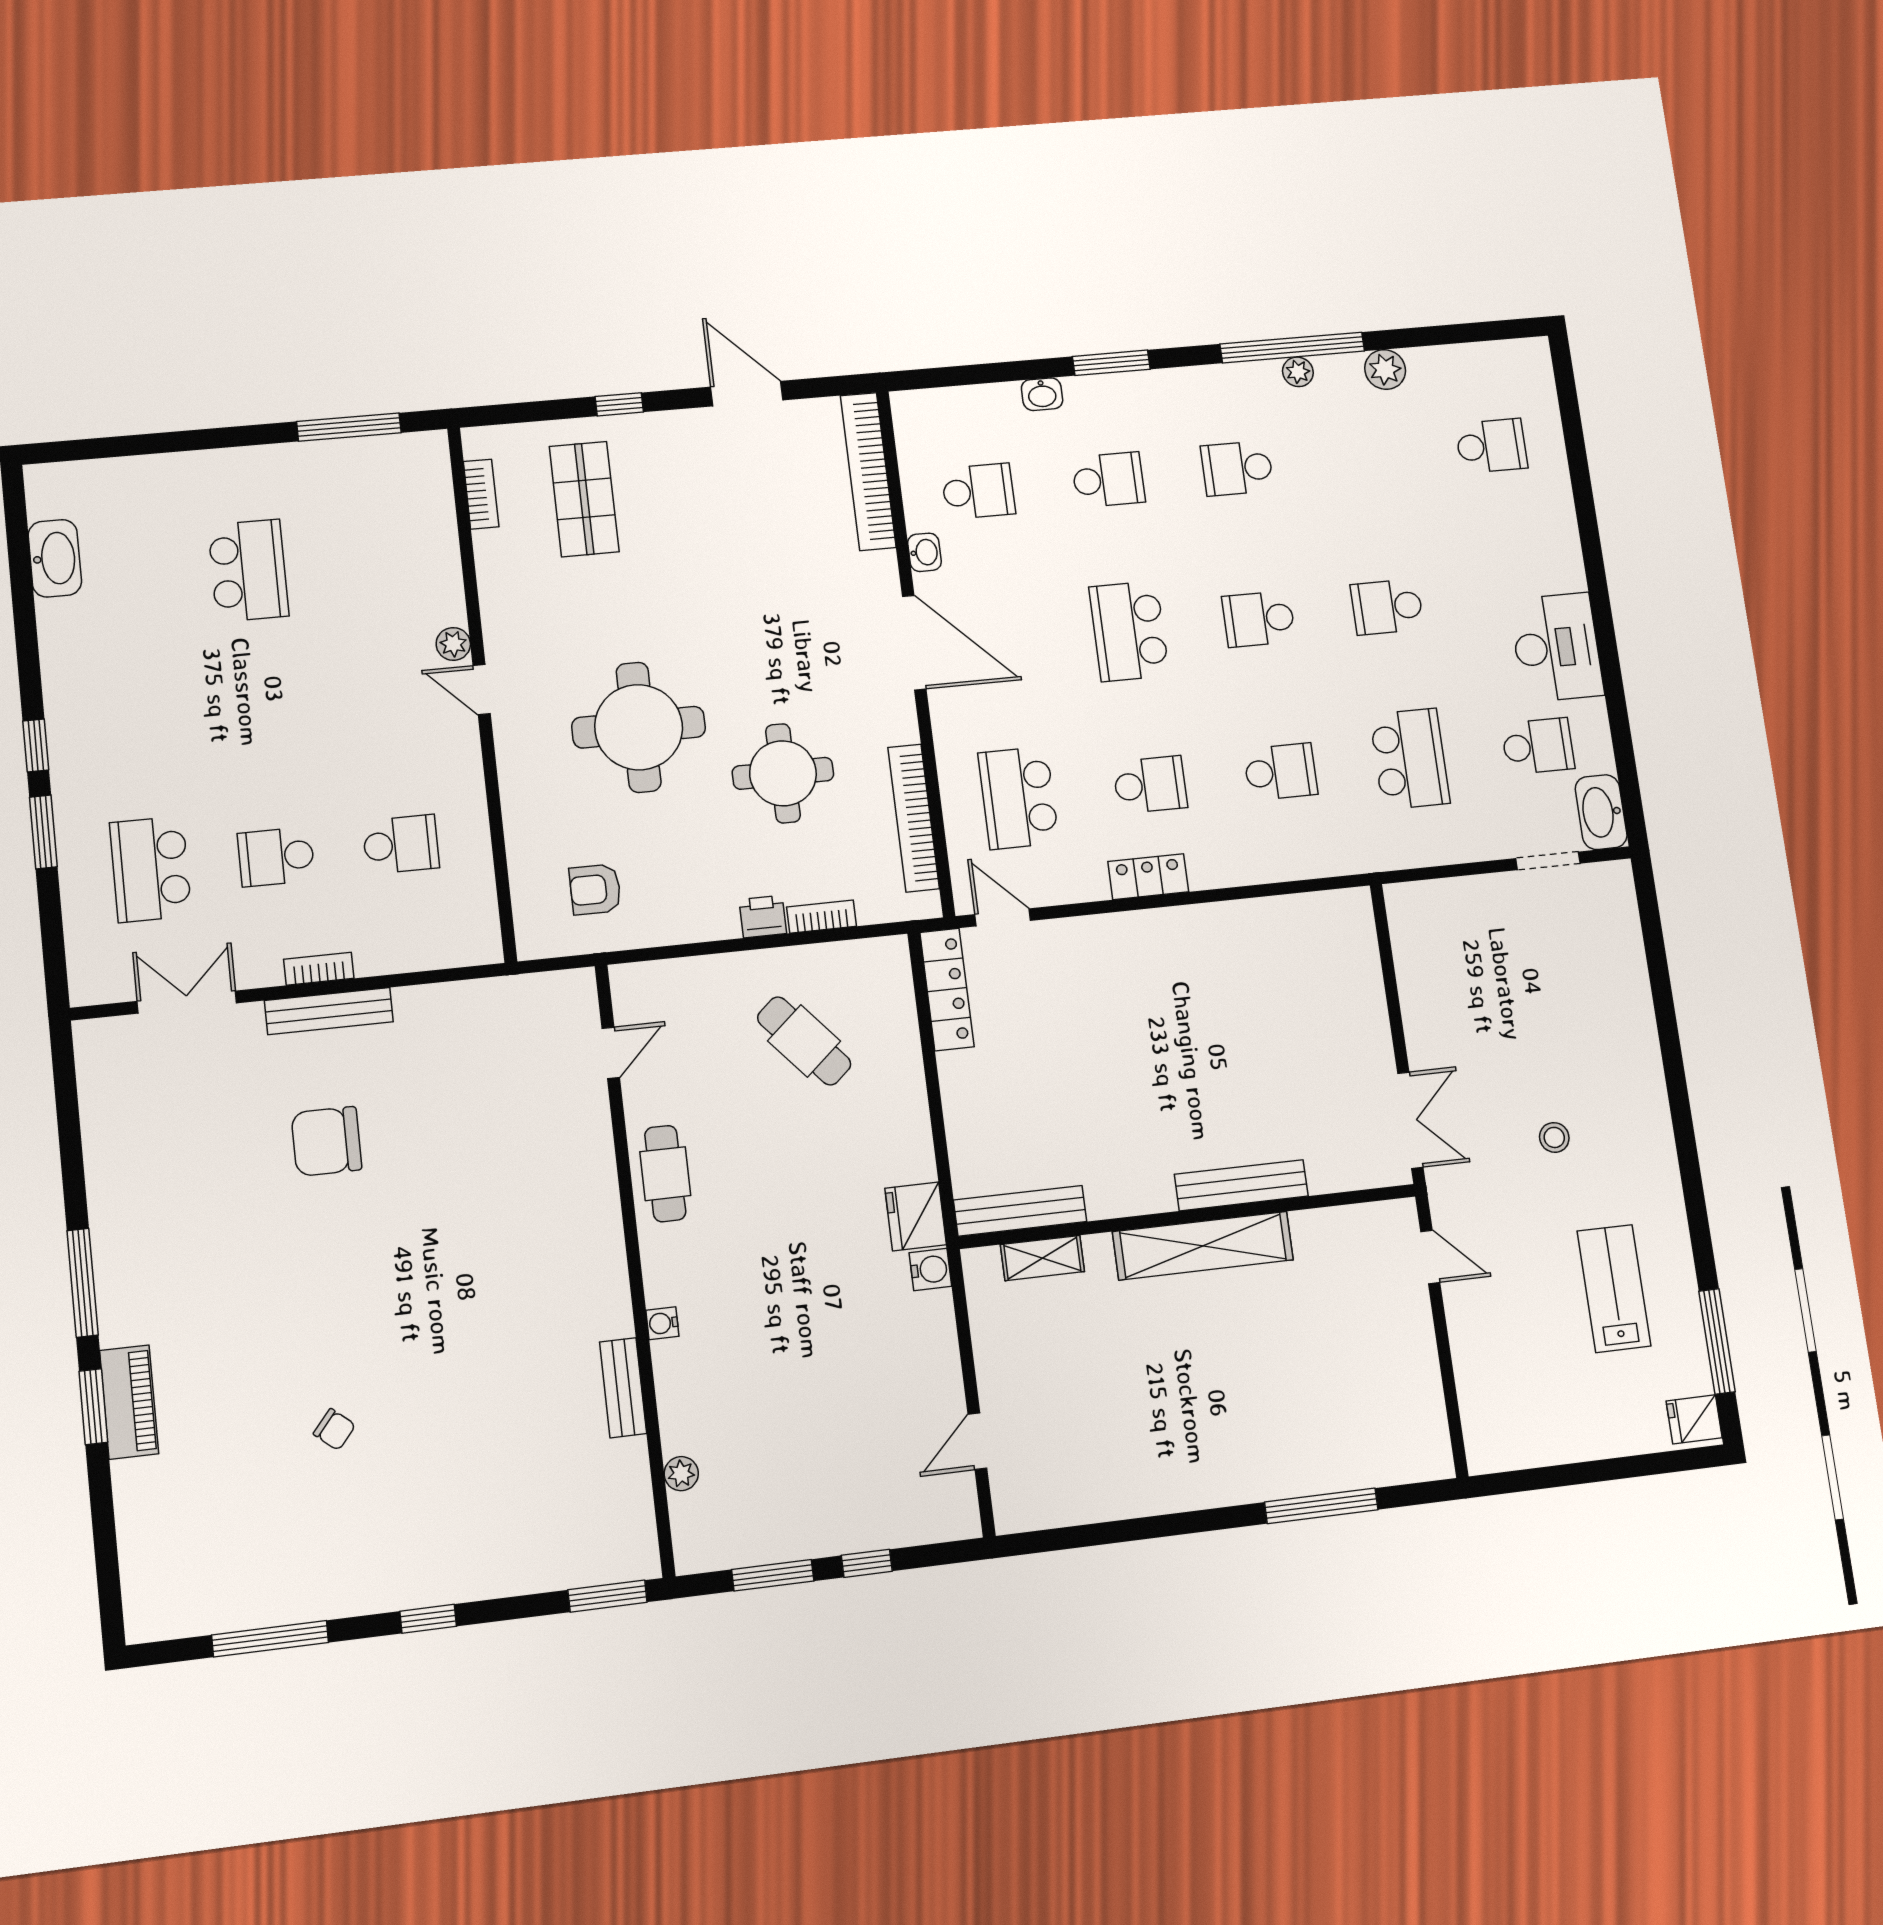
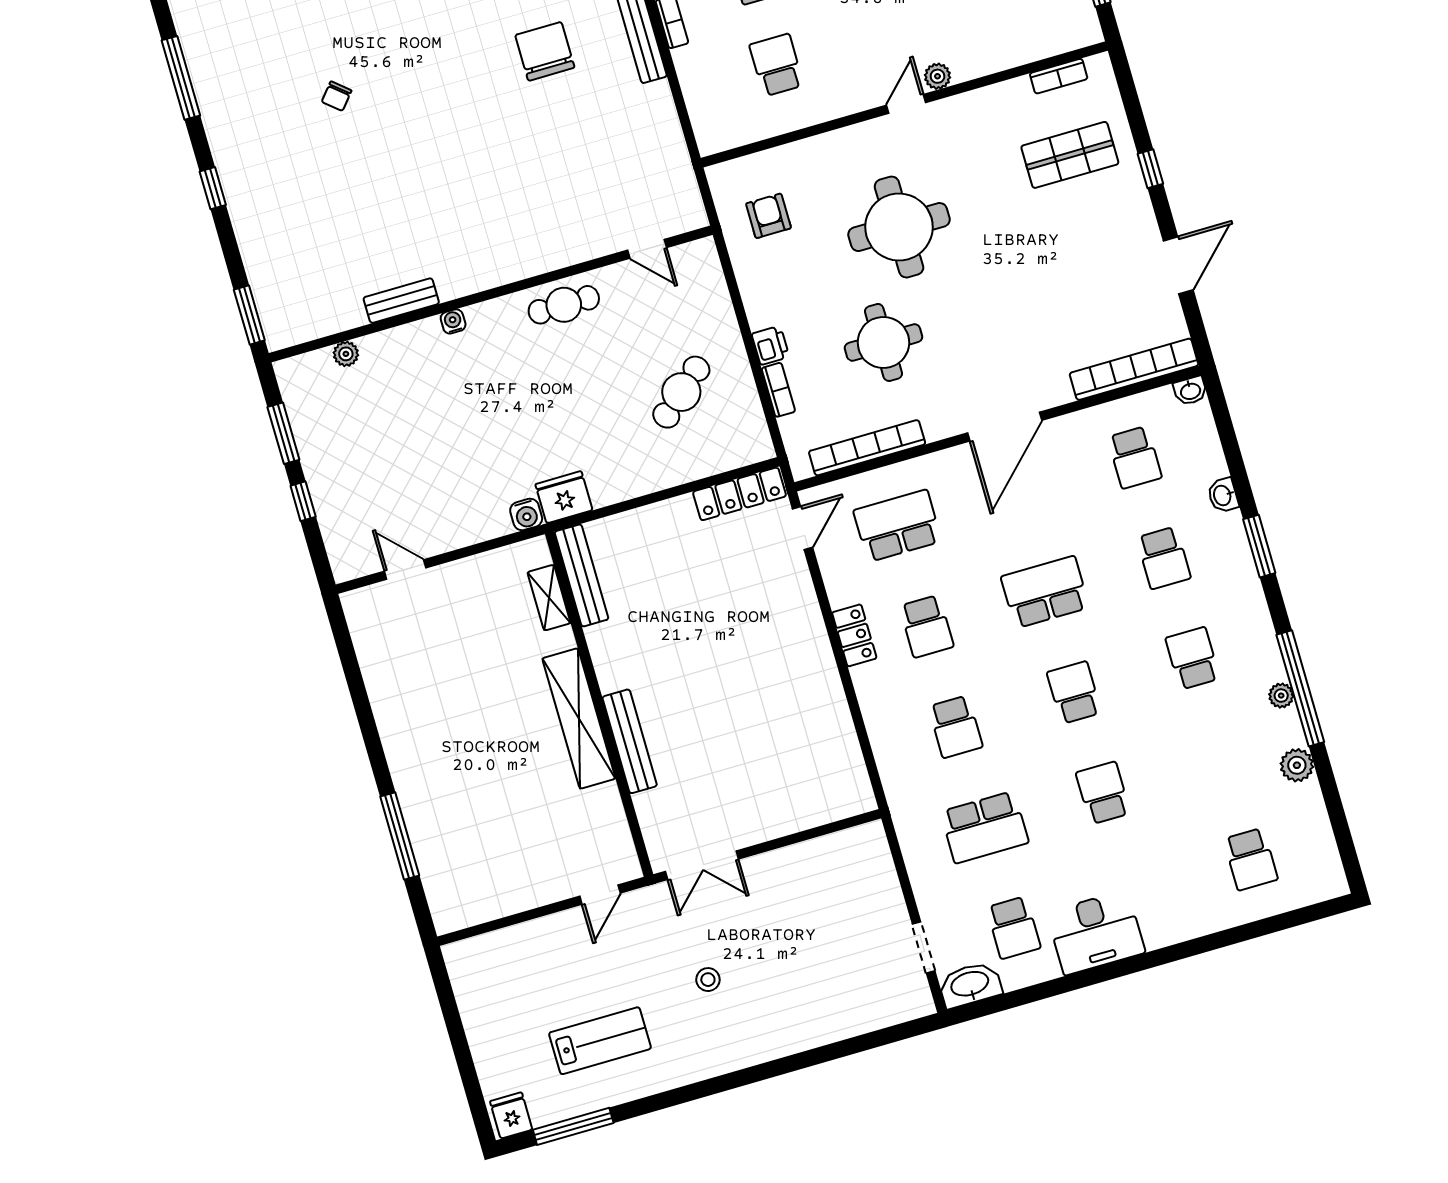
washbasin: (924, 552) -> (1190, 391), moved
school desk: (401, 844) -> (776, 65), turned 180

